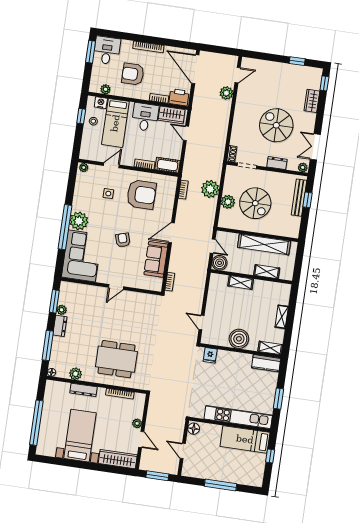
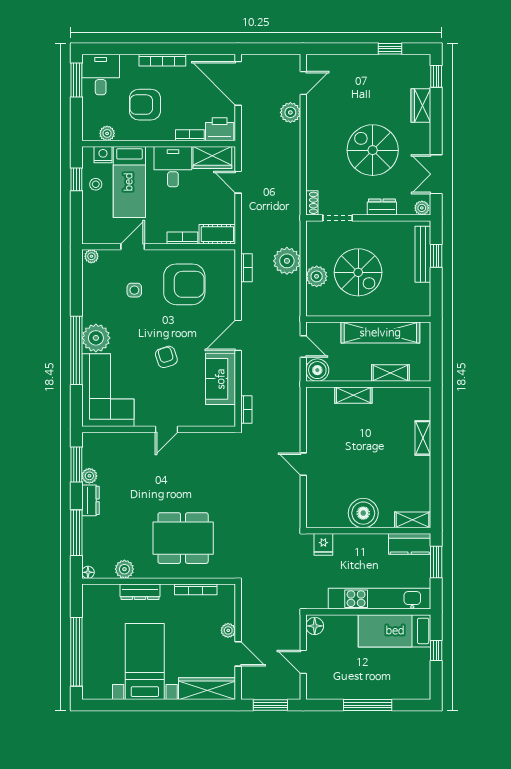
boiler: (239, 339) -> (363, 513), moved
shelving: (270, 348) -> (413, 520), moved
wall: (241, 351) -> (368, 531), moved
fridge: (210, 355) -> (323, 544), moved
kitchen counter: (266, 363) -> (410, 544), moved

